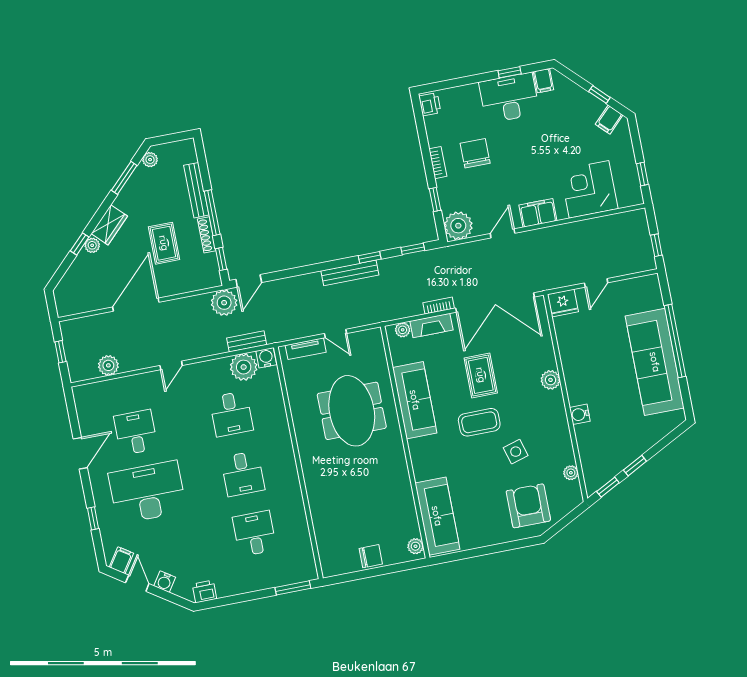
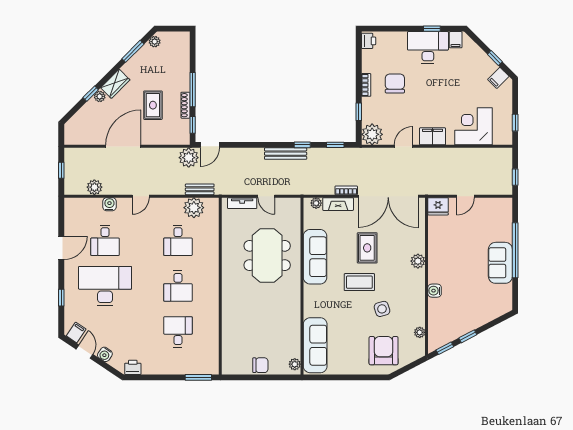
bench: (196, 190) -> (184, 71), removed
water cooler: (266, 358) -> (109, 204), moved
sofa: (655, 362) -> (500, 263), width x0.54, depth x0.79
desk: (136, 432) -> (105, 240), turned 180

